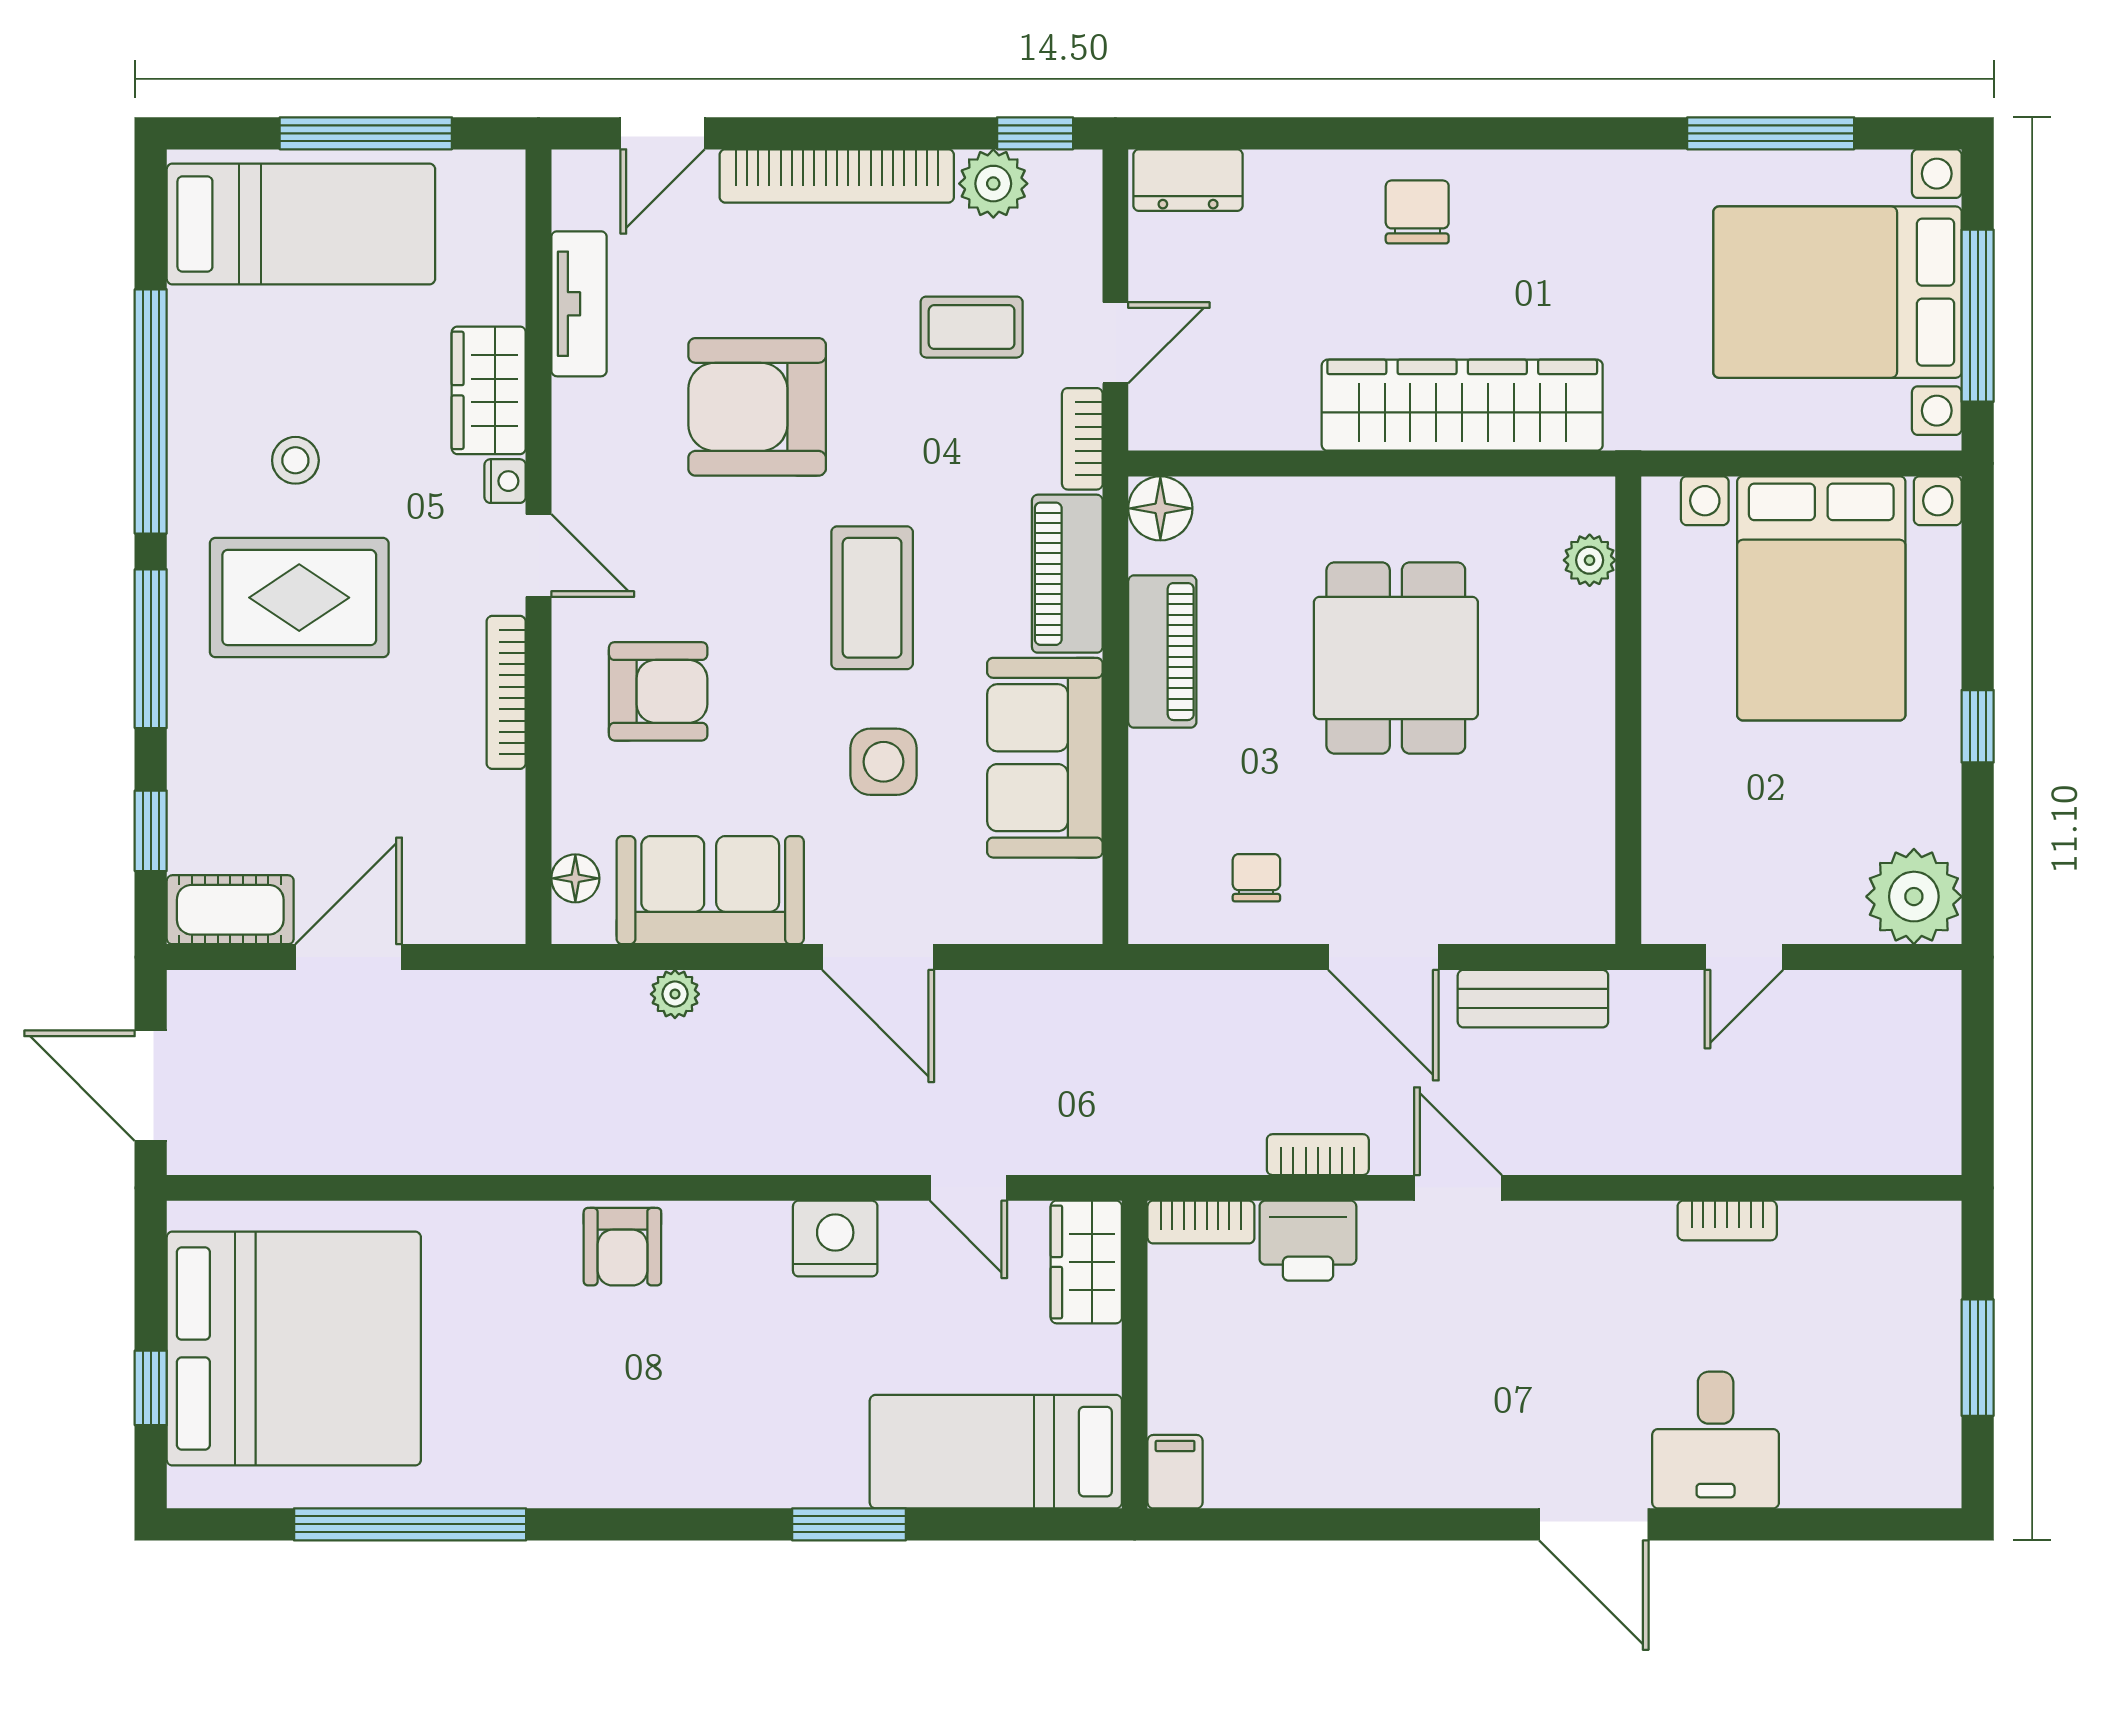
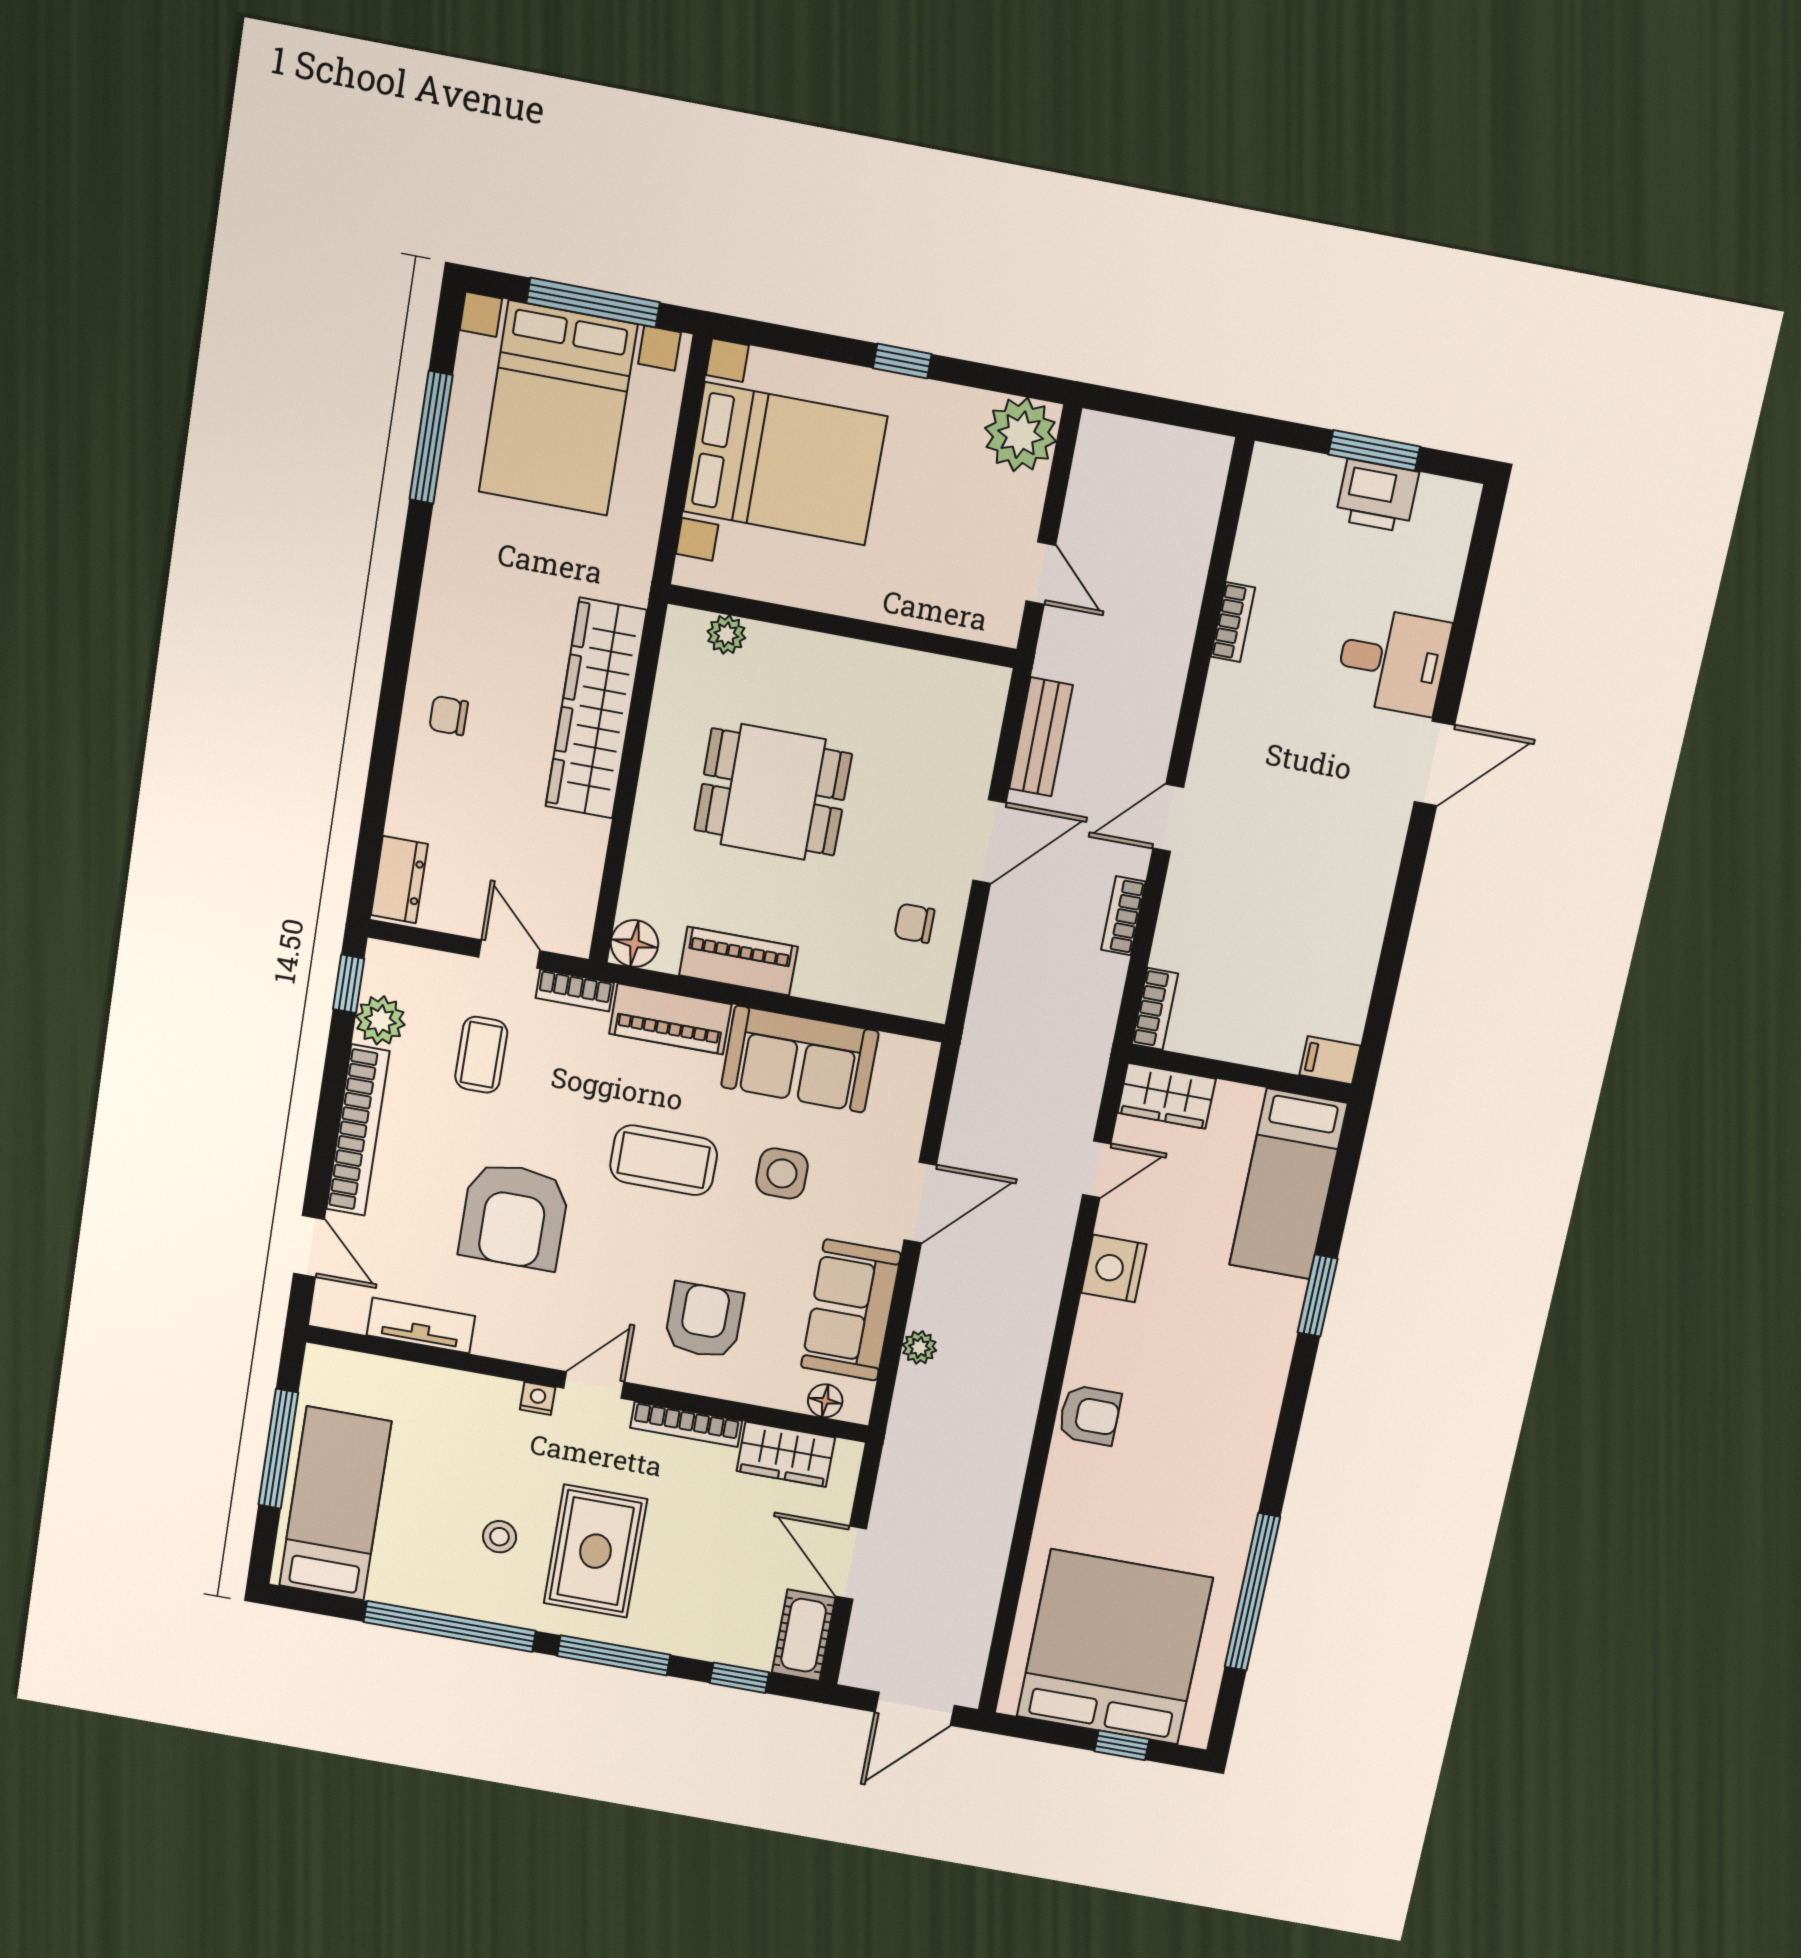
chair: (1417, 212) -> (449, 716), width x0.73, depth x0.73
wardrobe: (489, 390) -> (786, 1454), moved
printer: (1308, 1241) -> (1377, 496), moved, turned 90

